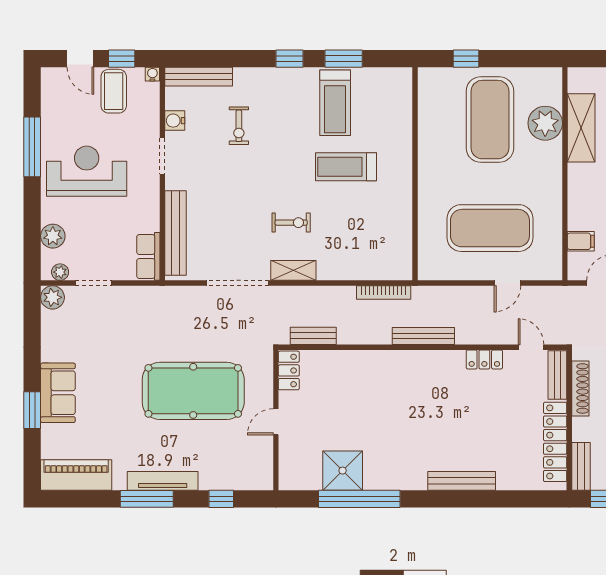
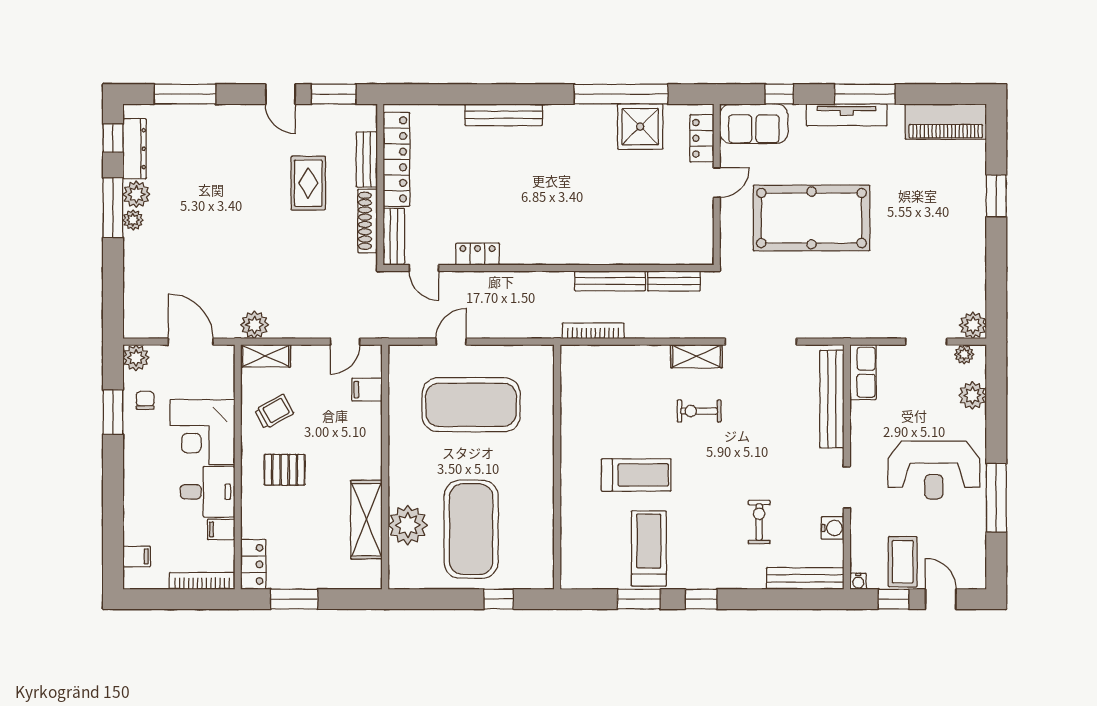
bench: (423, 336) -> (610, 281), moved
locker: (289, 370) -> (702, 138), moved
sofa: (58, 393) -> (754, 124), moved, turned -90
bench: (581, 466) -> (367, 160), moved

